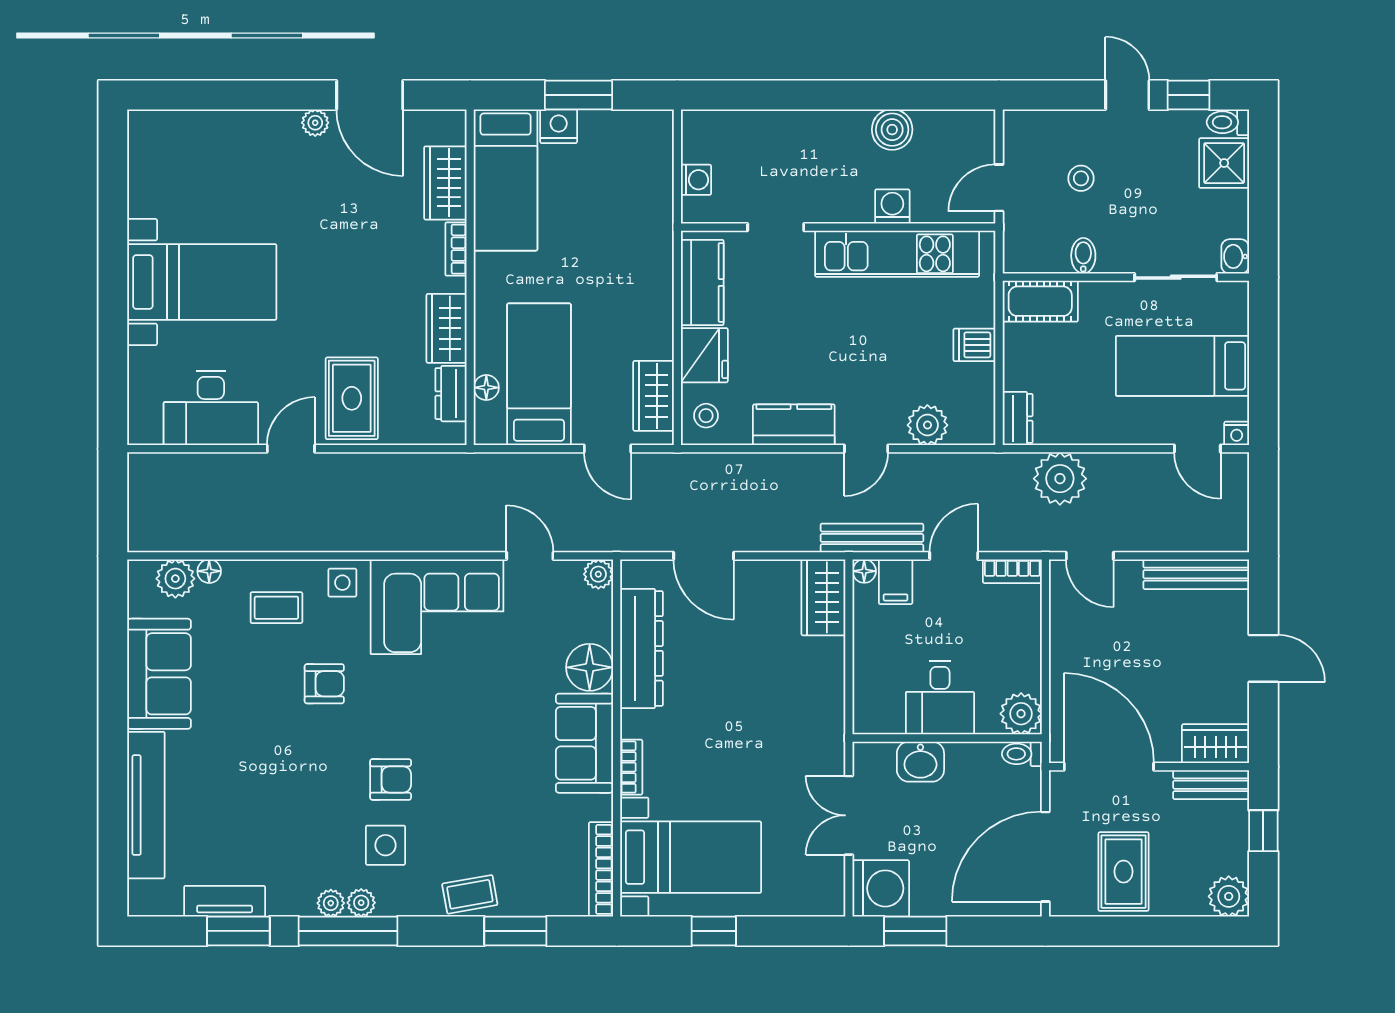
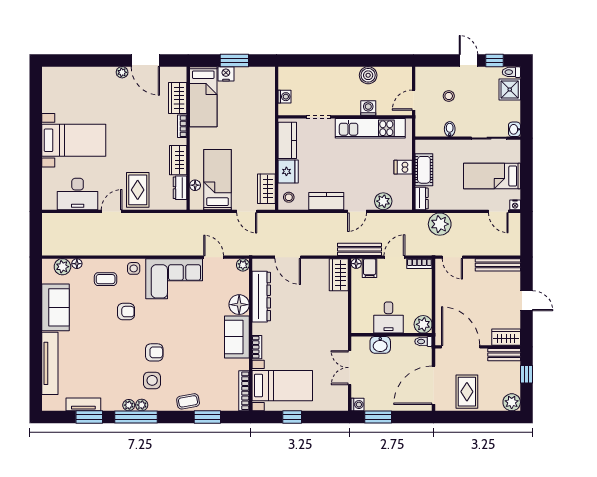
cot: (1040, 301) -> (424, 170), moved, turned 90
washing machine: (881, 888) -> (358, 405), width x0.53, depth x0.53

